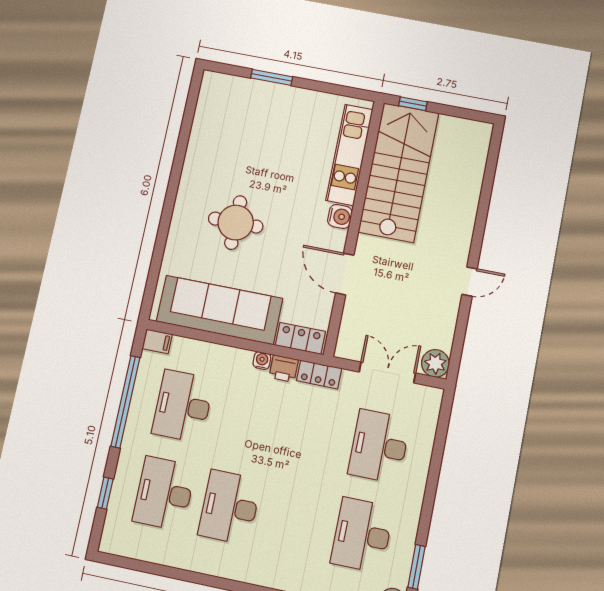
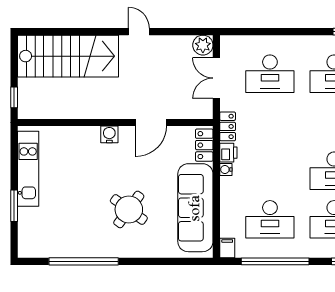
window: (181, 152) -> (84, 261), added
kitchen unit: (349, 155) -> (28, 169), moved, turned -90
stairs: (399, 172) -> (68, 56), moved, turned 180
round table: (236, 223) -> (129, 209), turned 36

